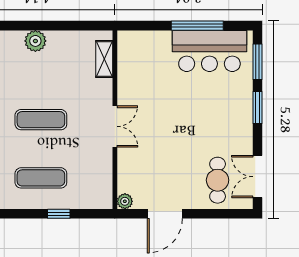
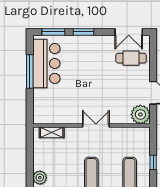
plant: (125, 201) -> (140, 114), width x1.88, depth x1.88

